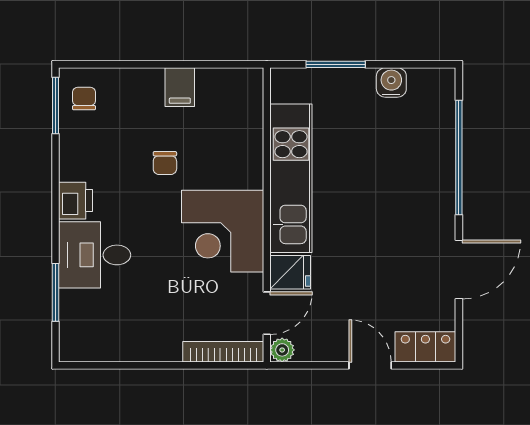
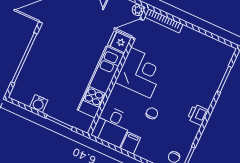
desk: (95, 255) -> (112, 126), moved, turned 90

